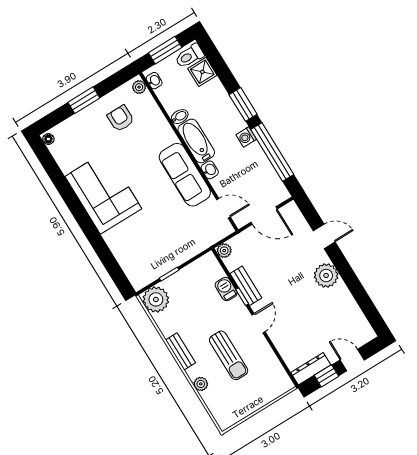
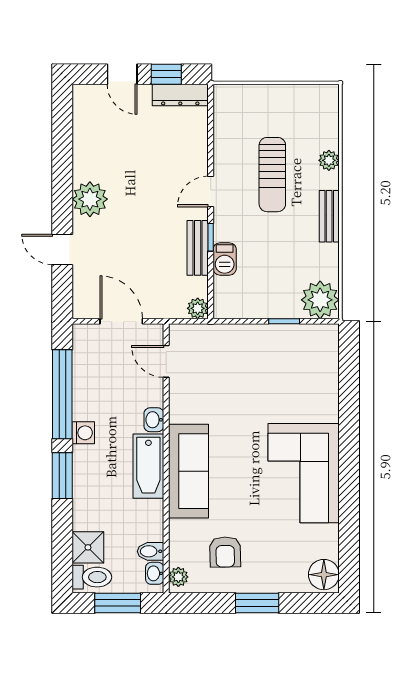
bidet: (180, 117) -> (150, 551), moved
floor lamp: (48, 139) -> (324, 575), width x1.89, depth x1.89
sofa: (185, 175) -> (189, 471), moved
sun lounger: (229, 355) -> (272, 175), turned 180

